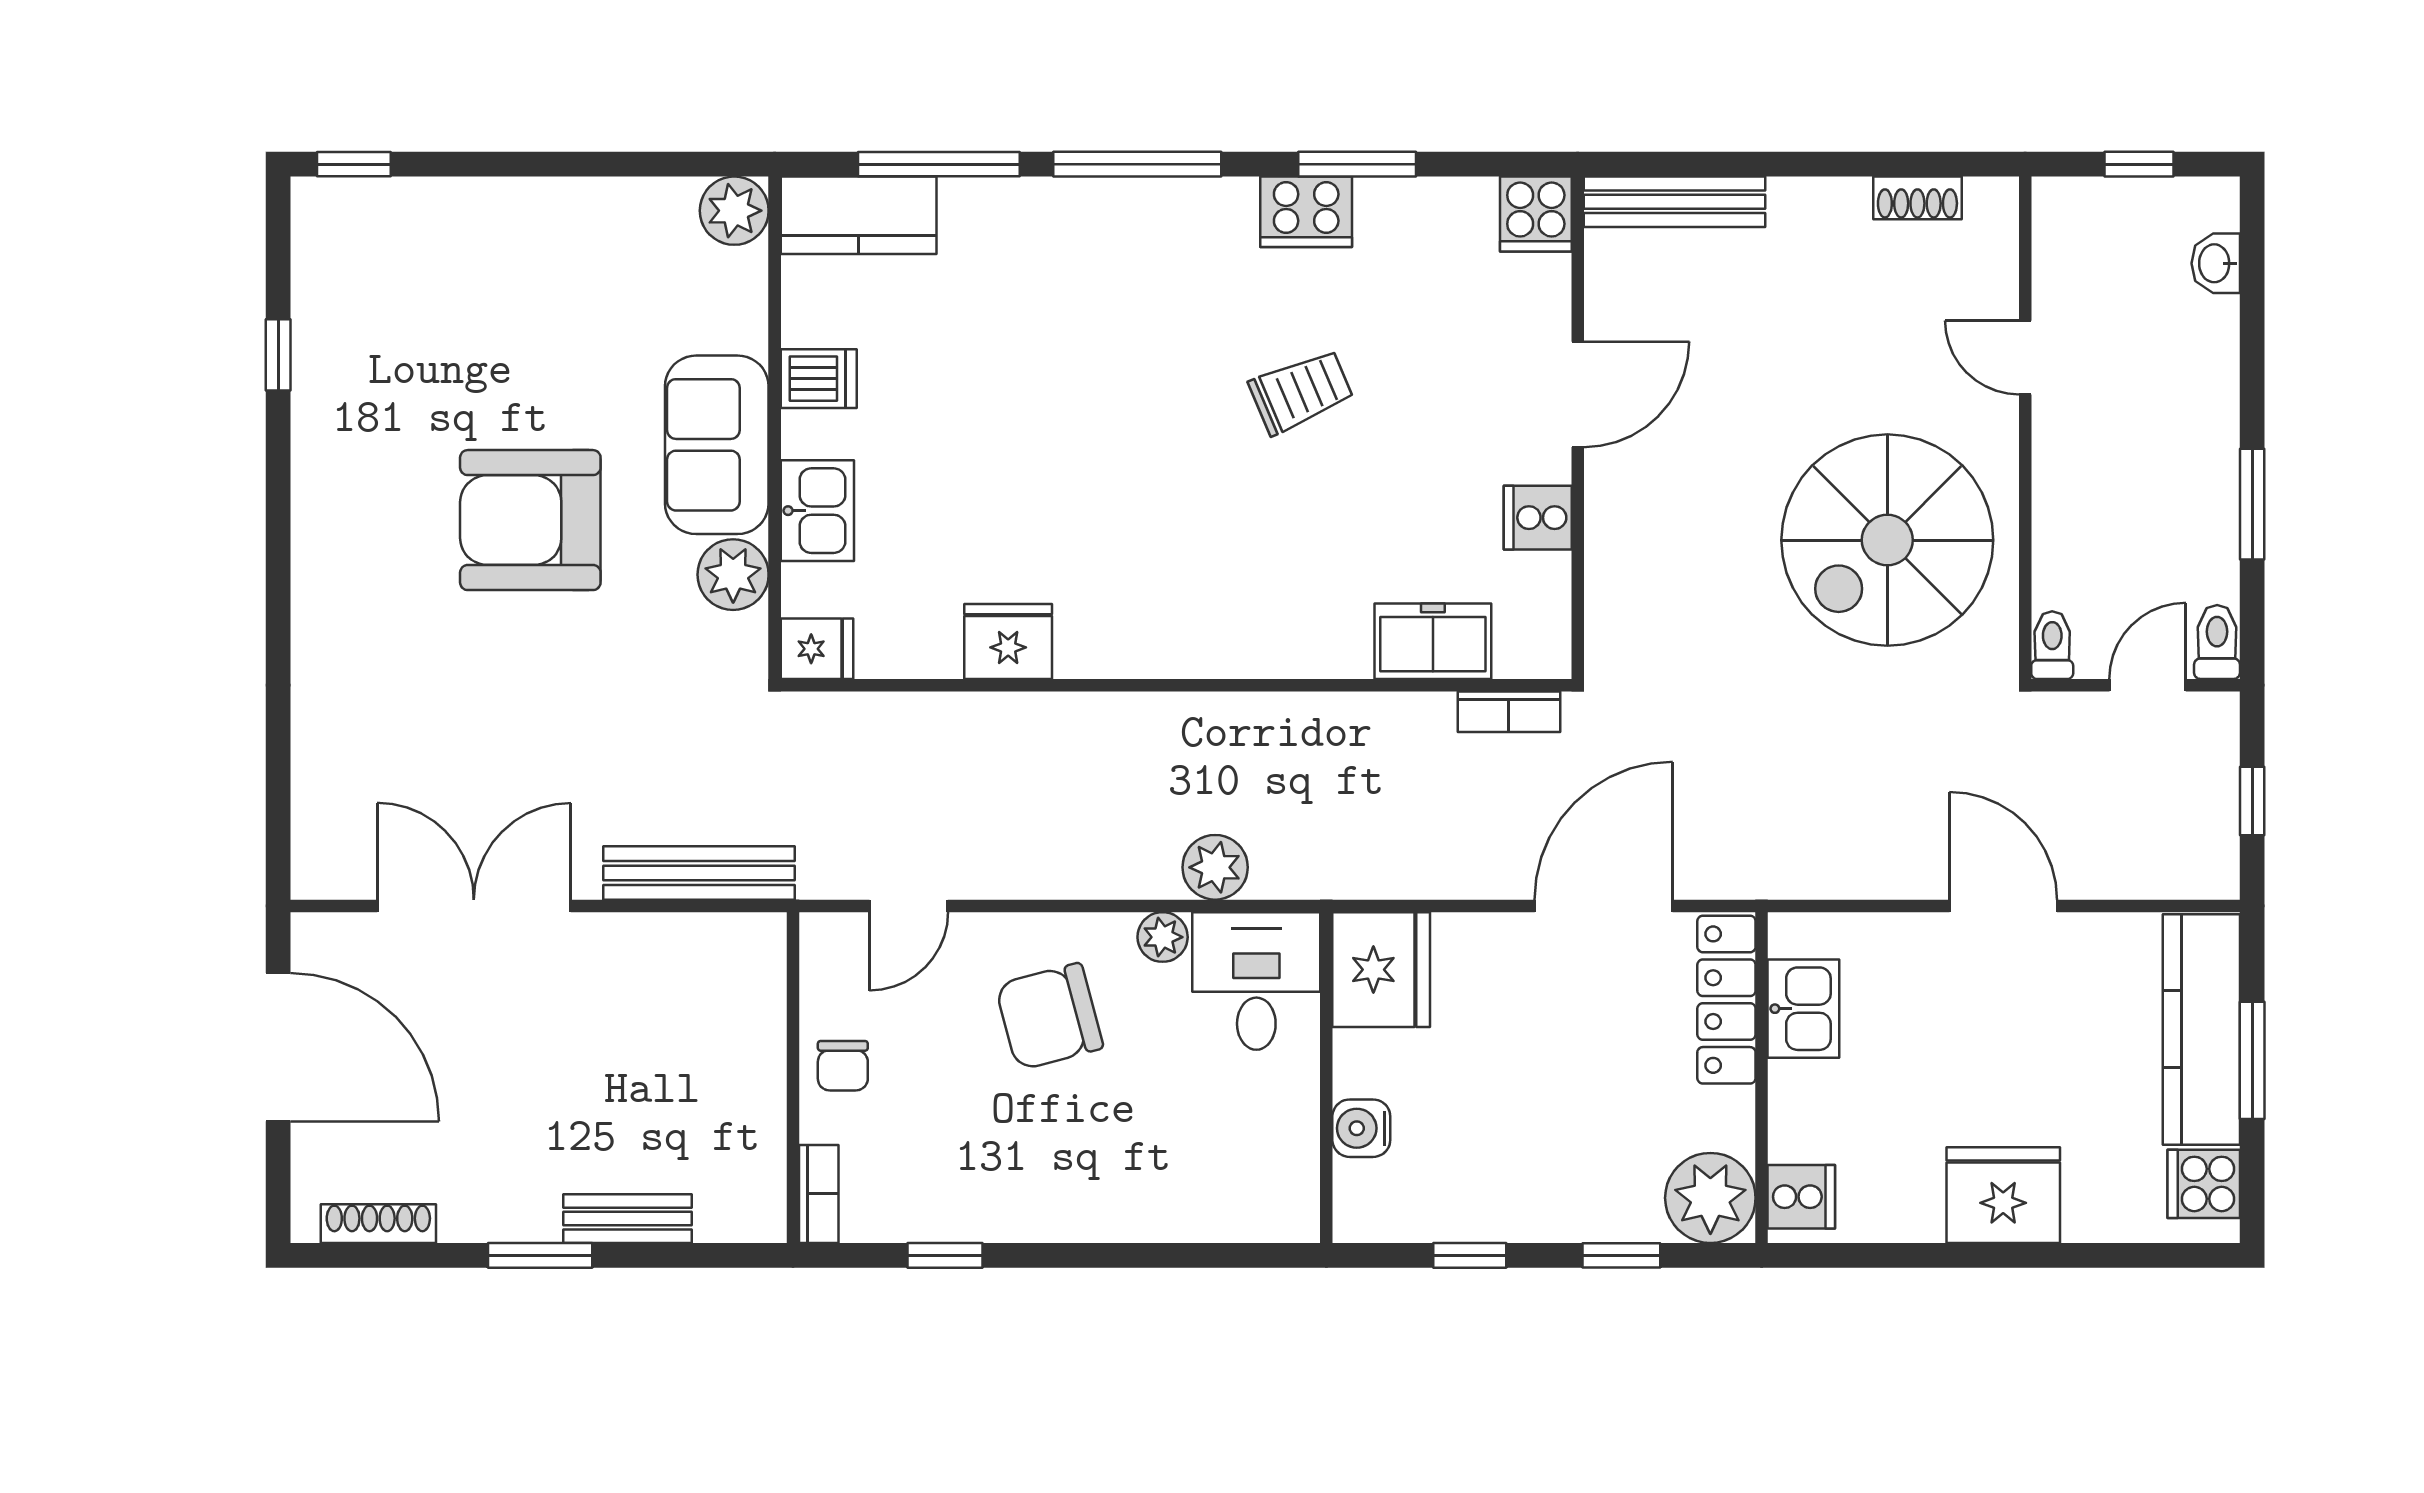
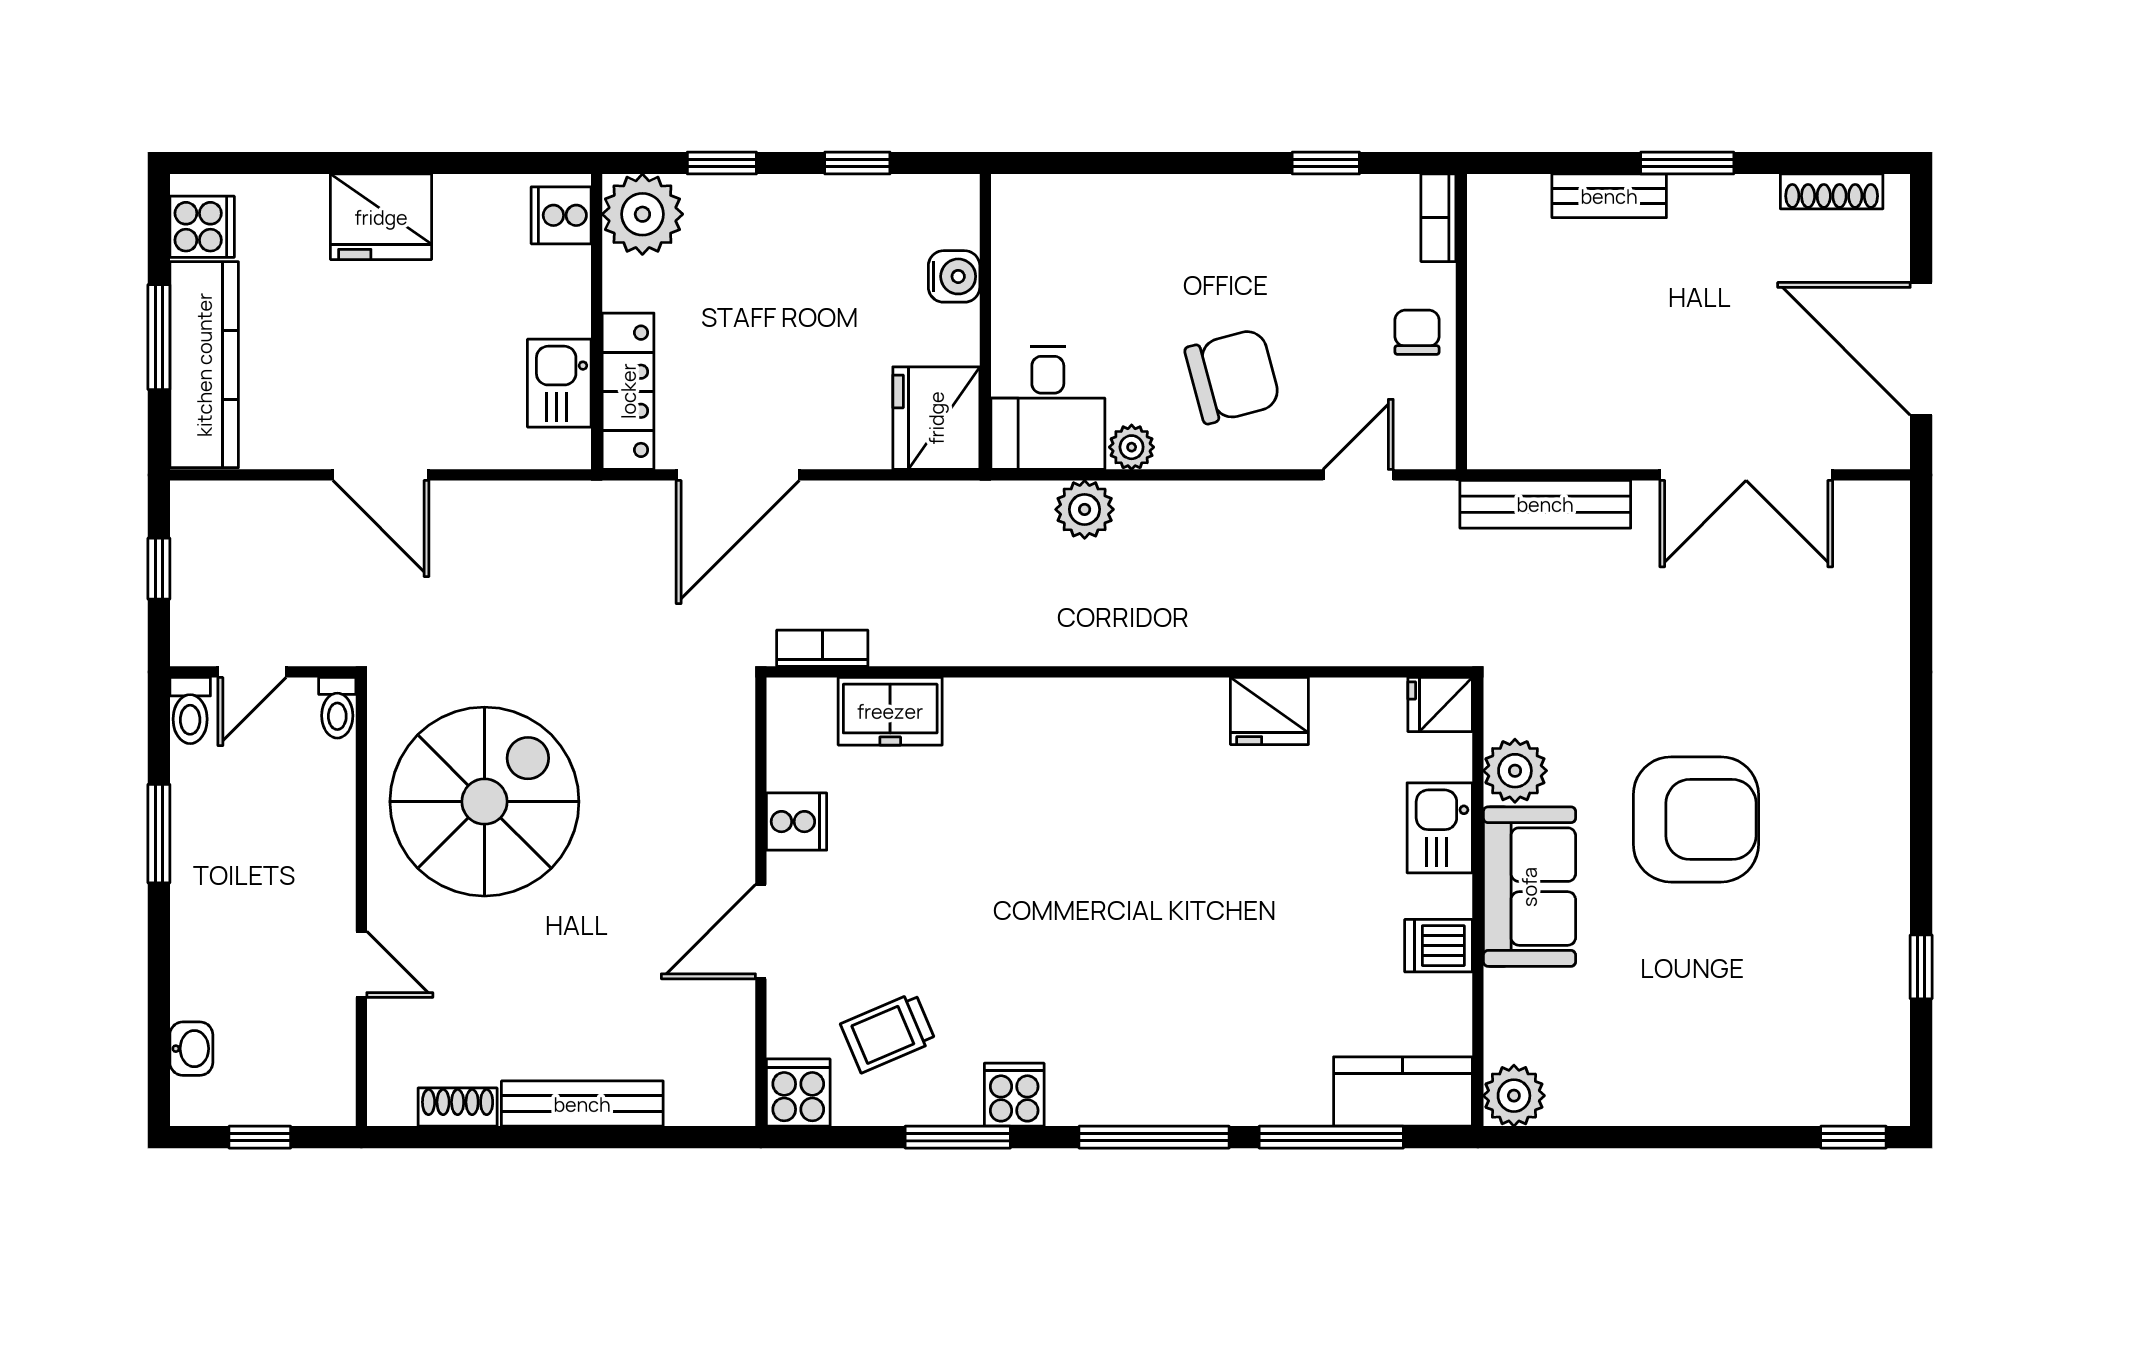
bench: (1674, 202) -> (582, 1104), moved
cooker: (1306, 212) -> (1014, 1095), width x0.73
trolley: (1301, 392) -> (888, 1033), moved

